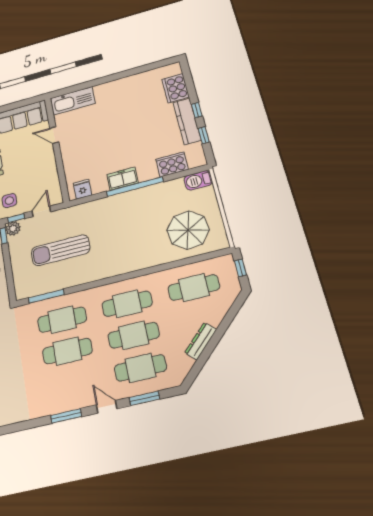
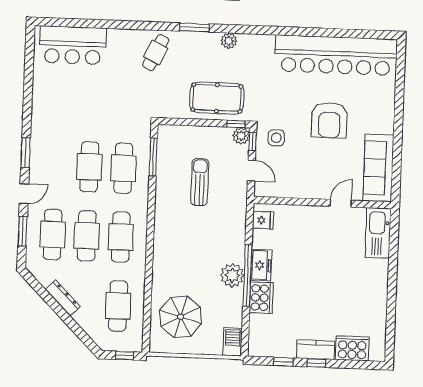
kitchen counter: (187, 121) -> (316, 350), width x0.67
cooker: (172, 164) -> (261, 298), moved
plant: (138, 199) -> (232, 275), added
sun lounger: (60, 250) -> (200, 182), width x0.73, depth x0.75

